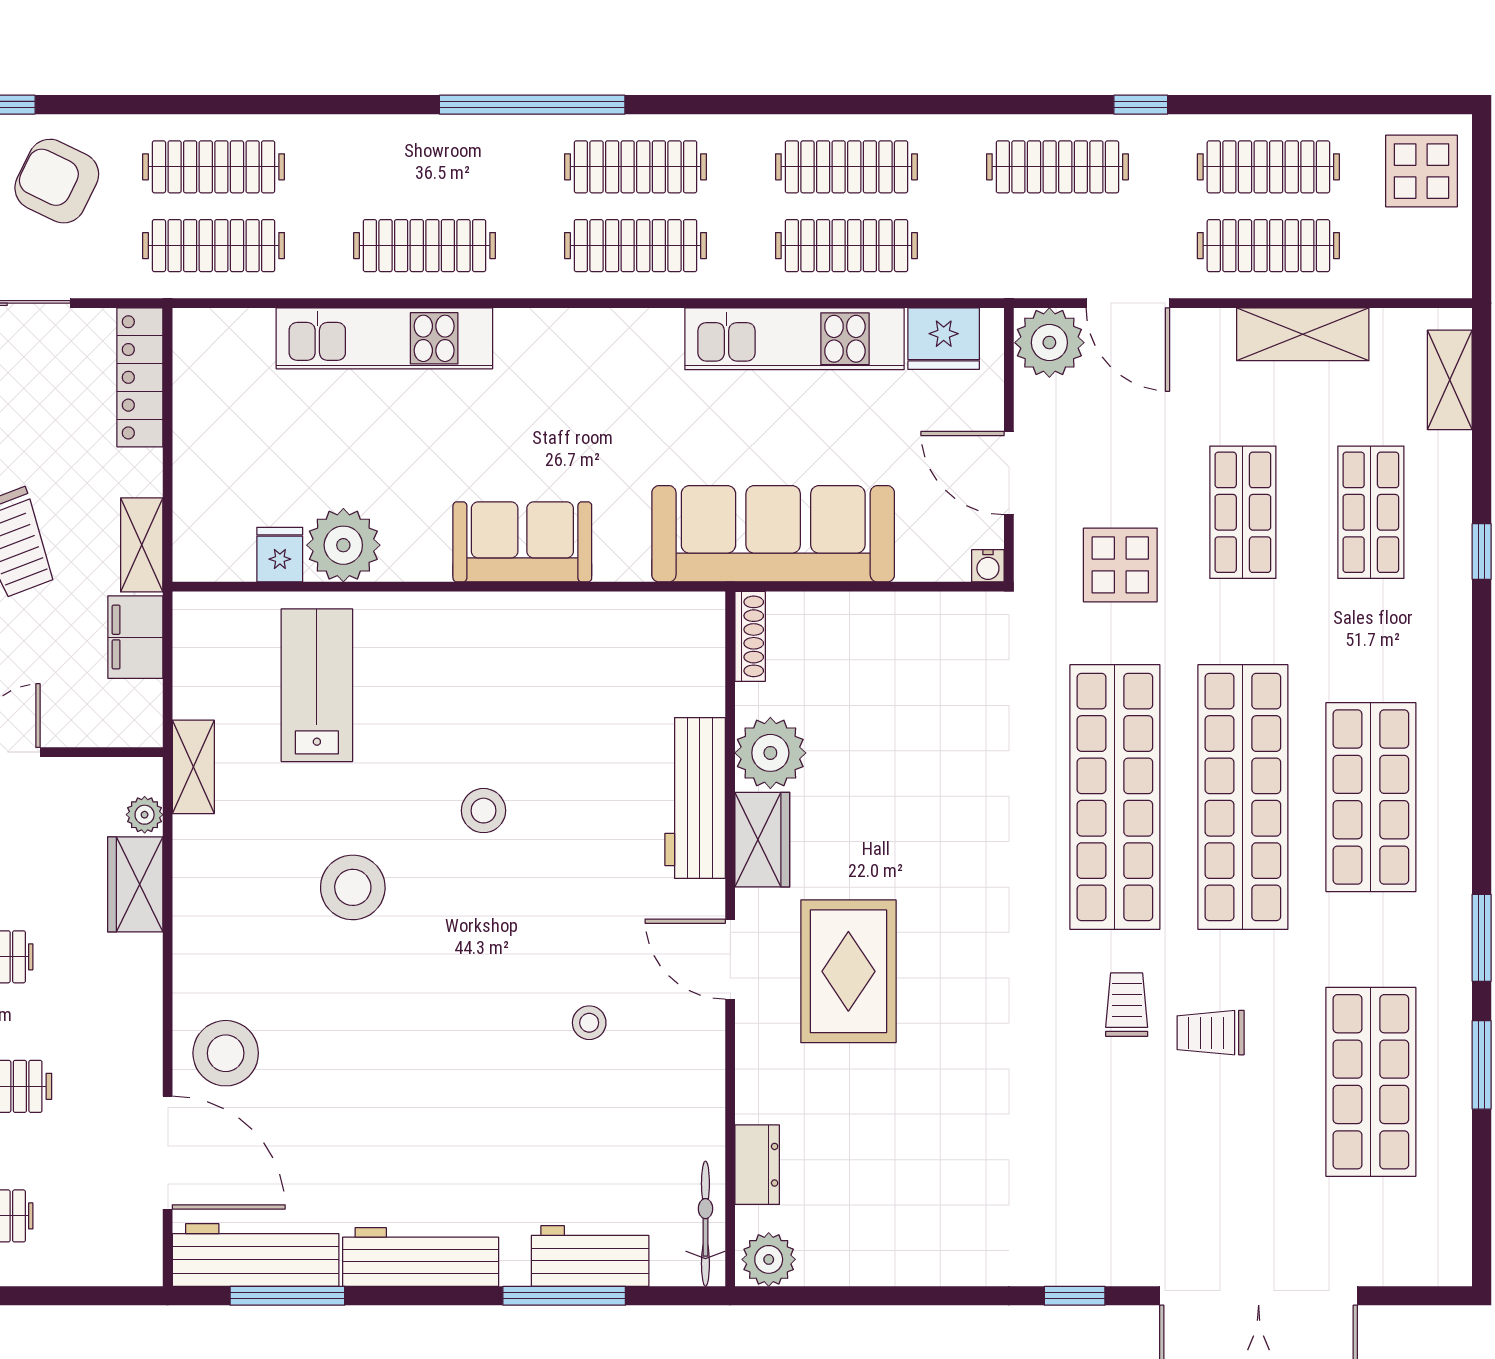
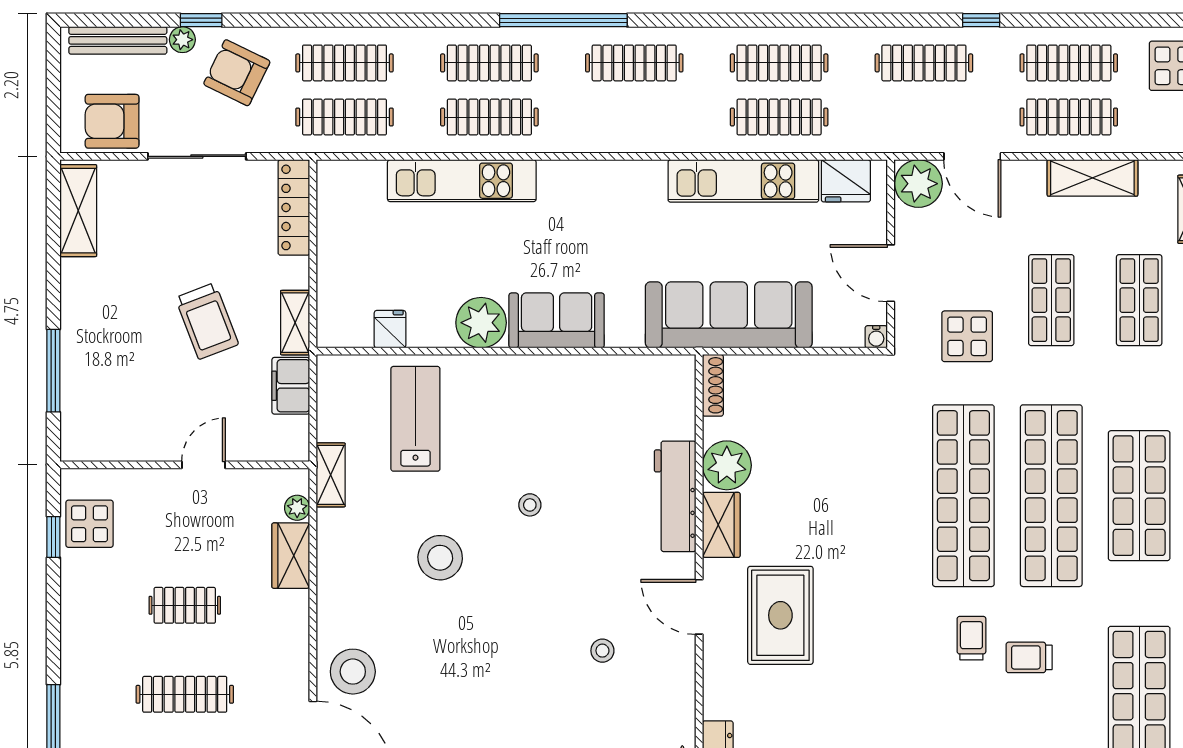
clothes rail: (635, 246) -> (489, 63), moved
plant: (343, 545) -> (481, 323), moved
stool: (484, 811) -> (530, 505), width x0.73, depth x0.73

